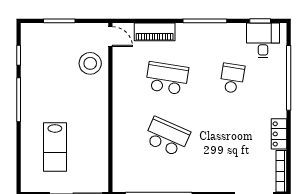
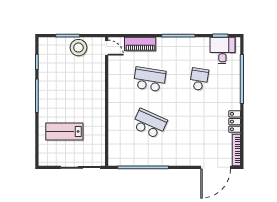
stool: (90, 63) -> (78, 48), moved
lab bench: (55, 147) -> (64, 131), turned 90

